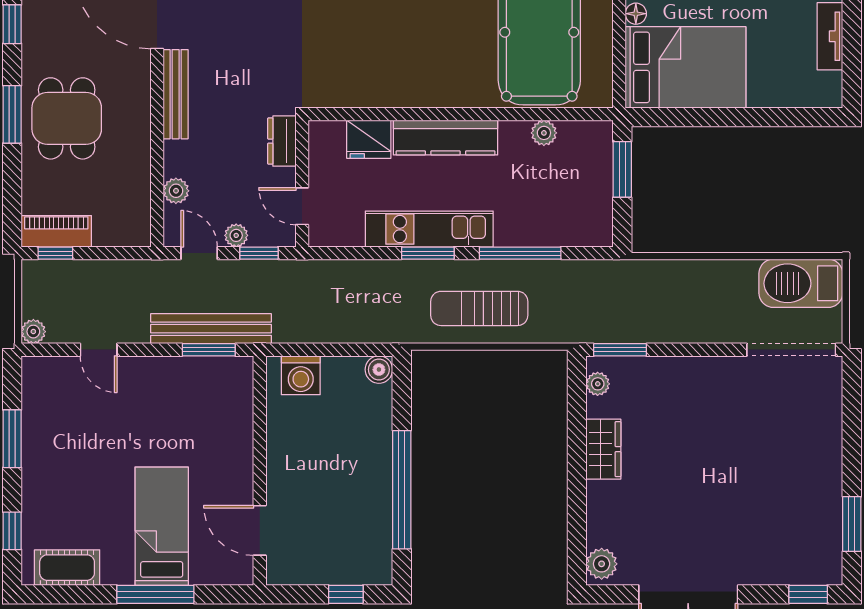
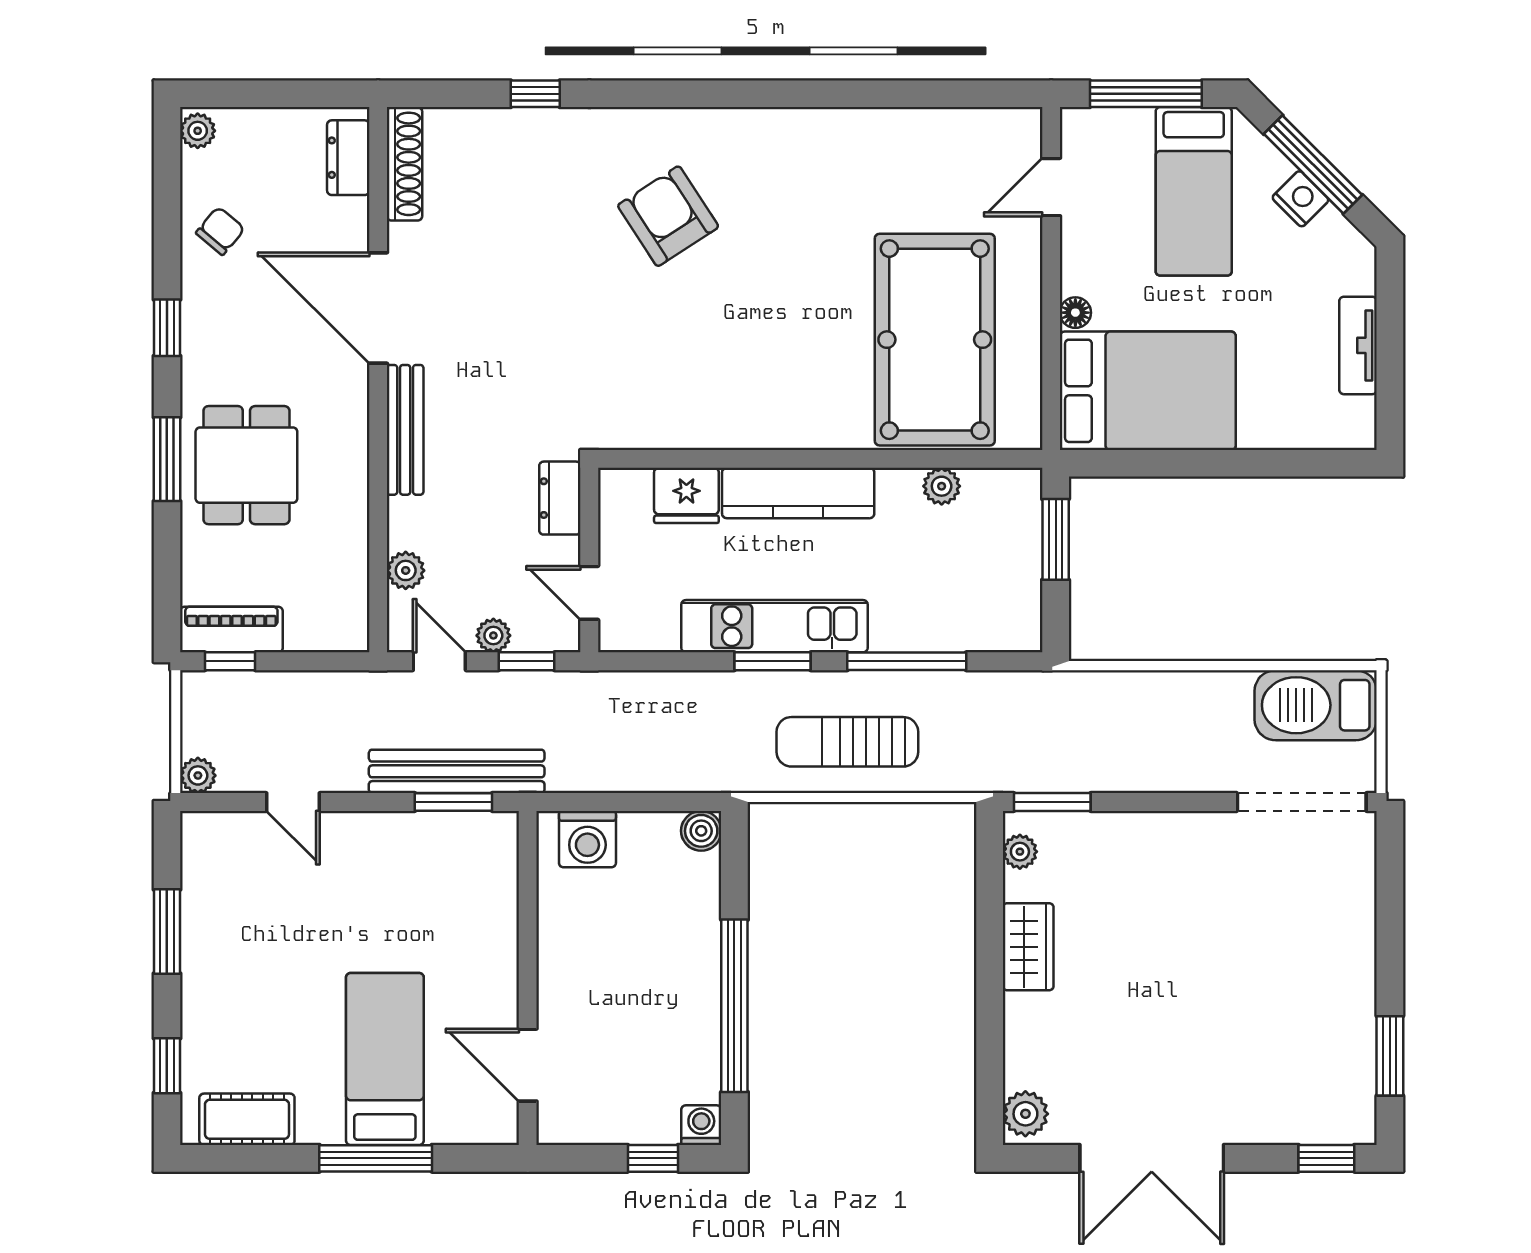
washing machine: (379, 572) -> (701, 1125), added

